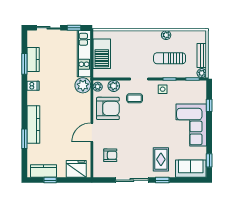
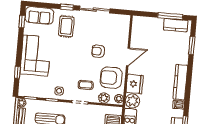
kitchen counter: (33, 124) -> (180, 82), moved
window: (24, 139) -> (192, 45), moved
armchair: (110, 155) -> (98, 51), moved
fridge: (76, 169) -> (135, 84), moved, turned -90
window: (50, 180) -> (170, 16), width x2.17

